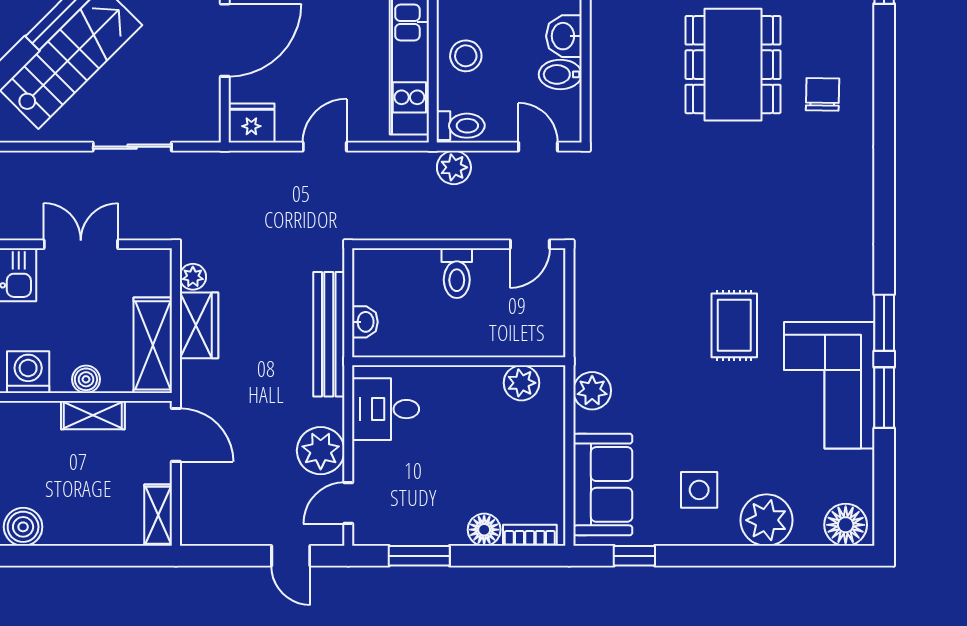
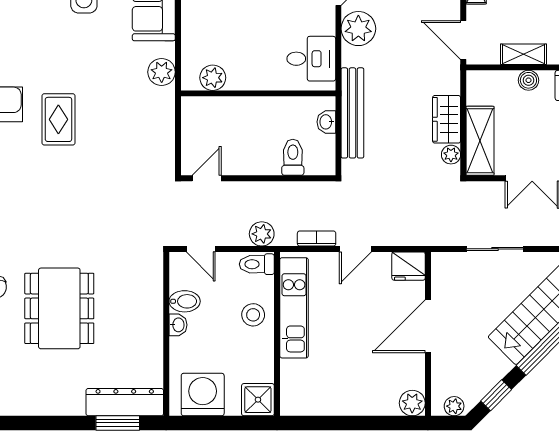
washbasin: (564, 36) -> (178, 325), width x0.72, depth x0.69
bookcase: (378, 161) -> (317, 239), added
toilet: (457, 273) -> (293, 157), moved
shelving: (153, 345) -> (480, 141), moved

